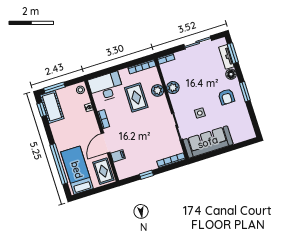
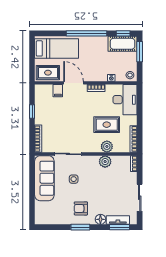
window: (59, 164) -> (86, 33), moved

